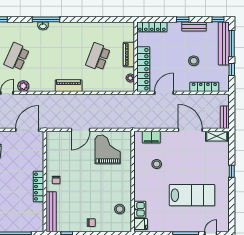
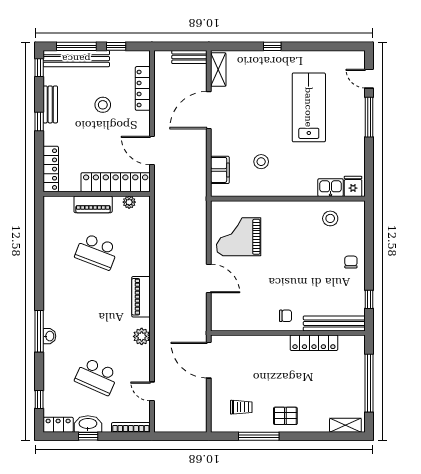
plant: (23, 86) -> (142, 336), moved
locker: (39, 187) -> (314, 343), moved

